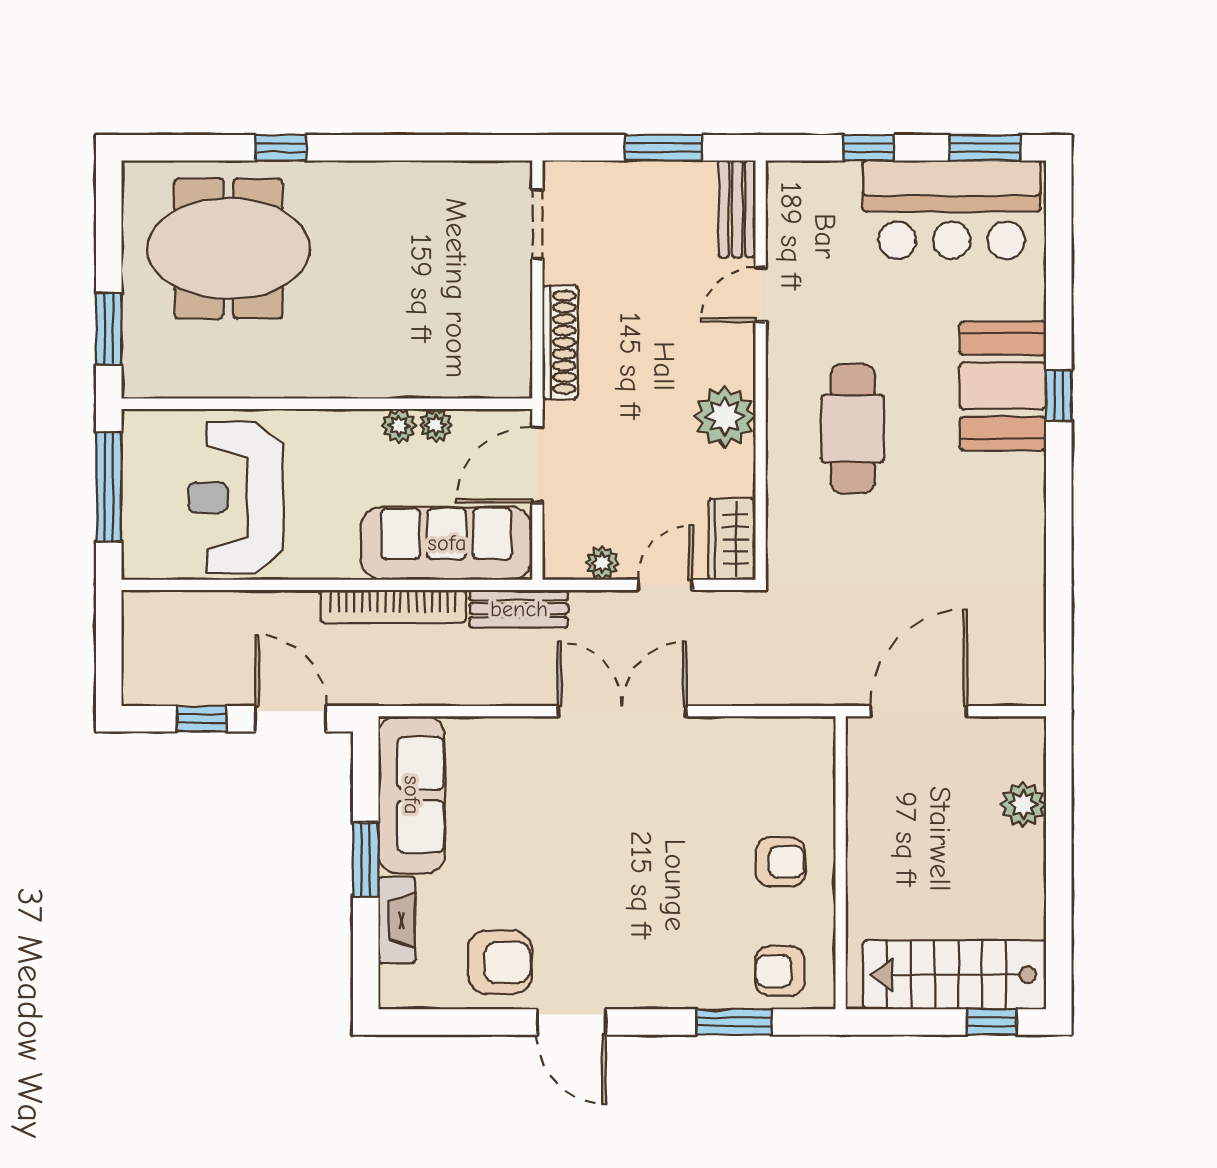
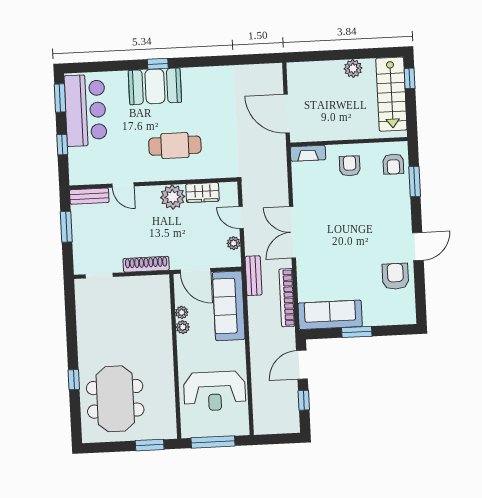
wardrobe: (732, 539) -> (202, 193), moved
bookcase: (393, 606) -> (287, 298), moved, turned 180
plant: (1023, 804) -> (353, 68), moved
fireplace: (397, 920) -> (308, 153), moved, turned 180

